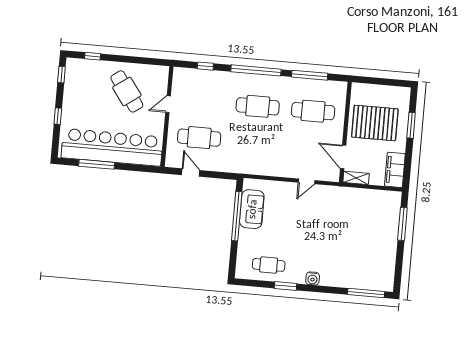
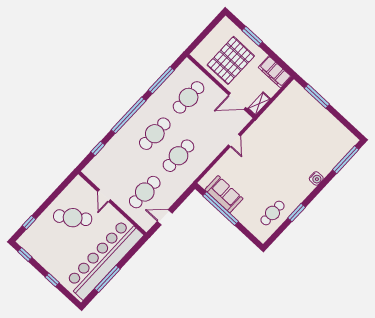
cafe table: (255, 142) -> (178, 156), added
water cooler: (313, 278) -> (316, 178), moved

